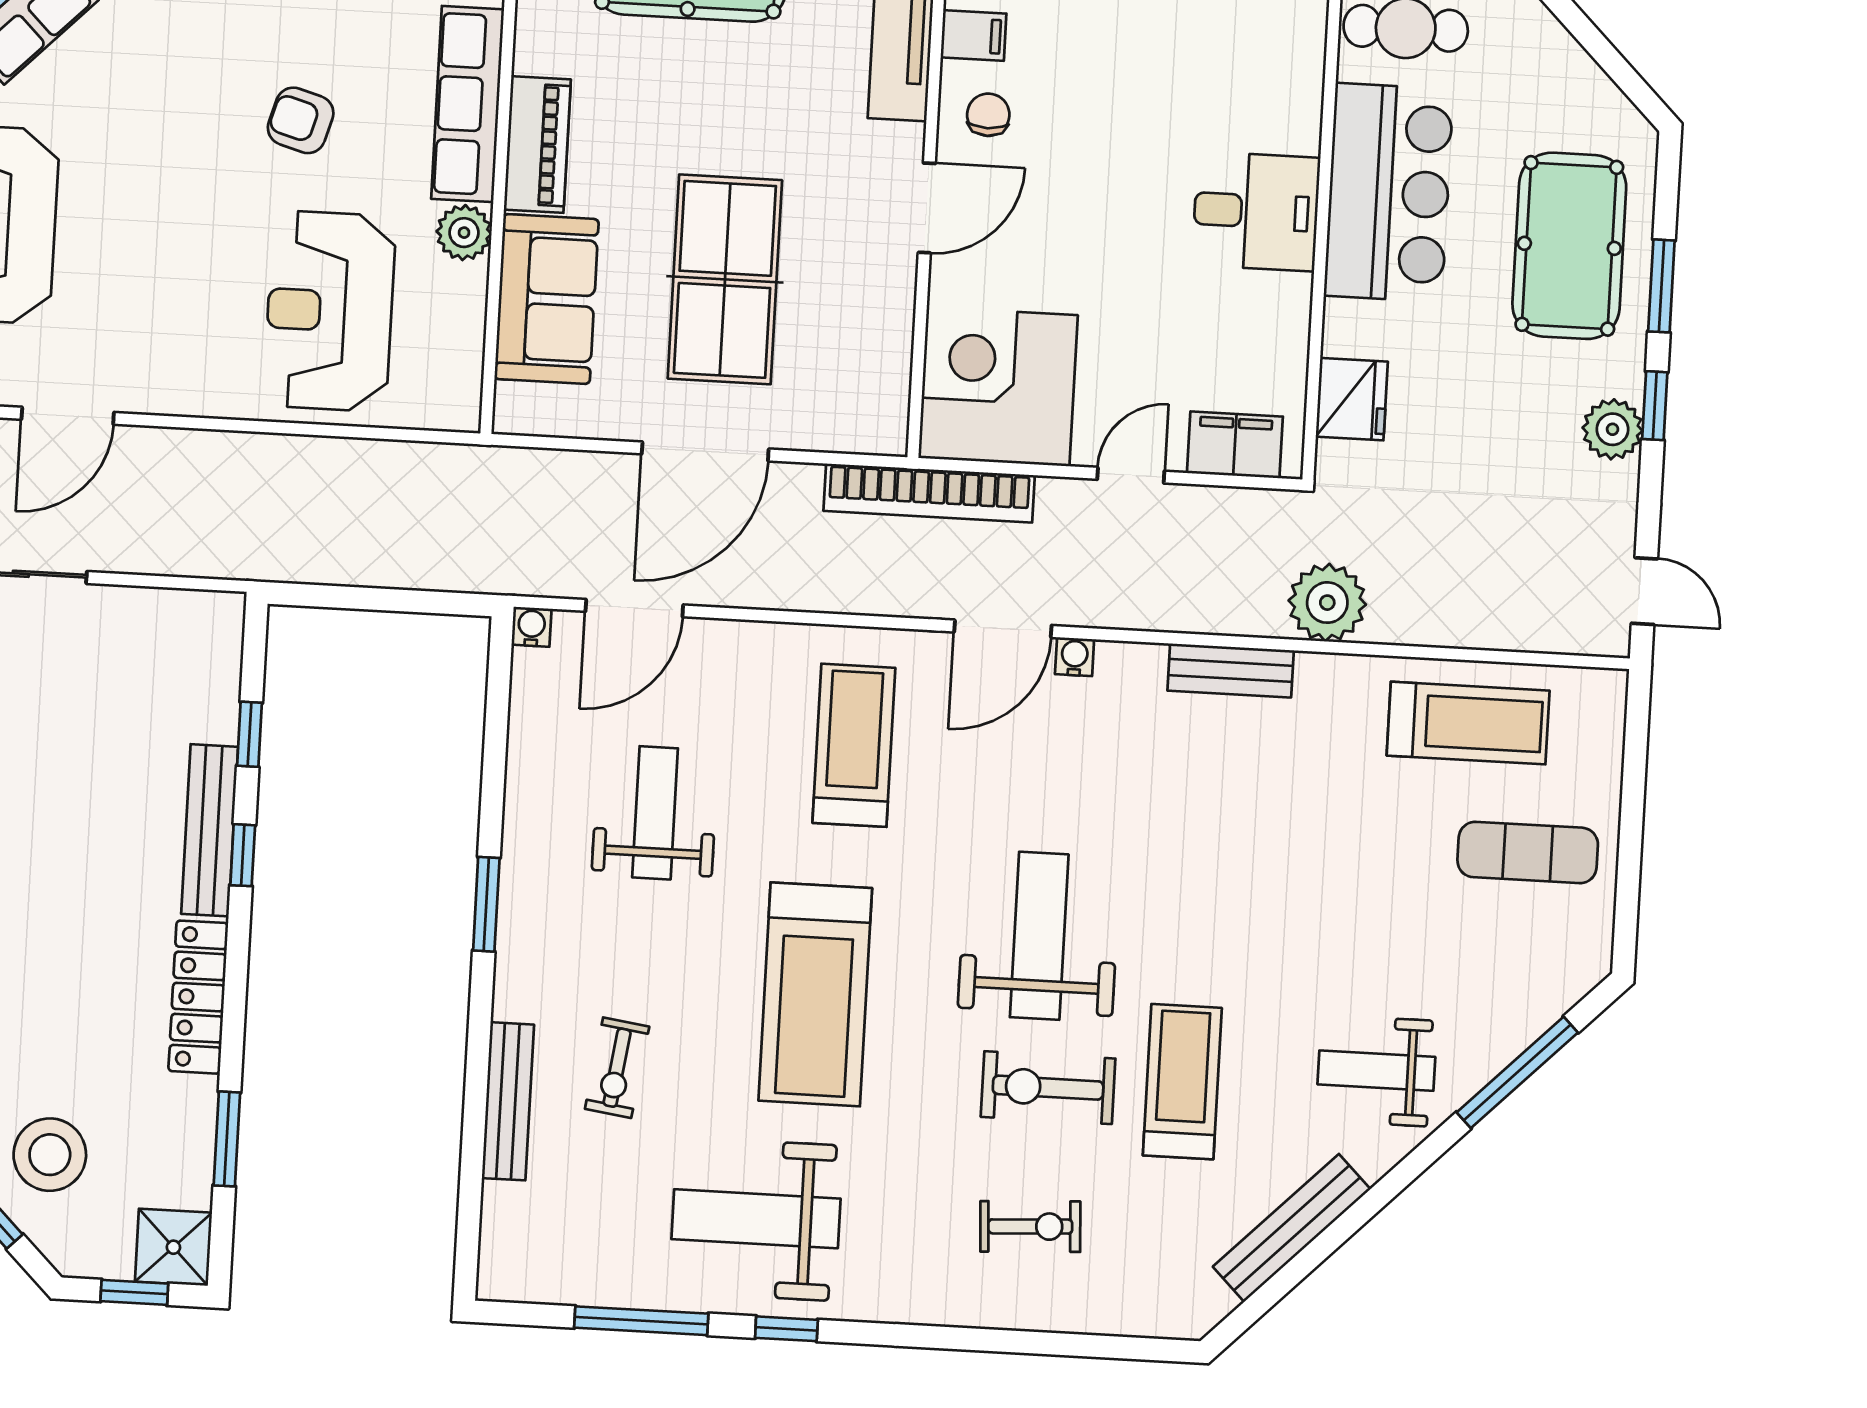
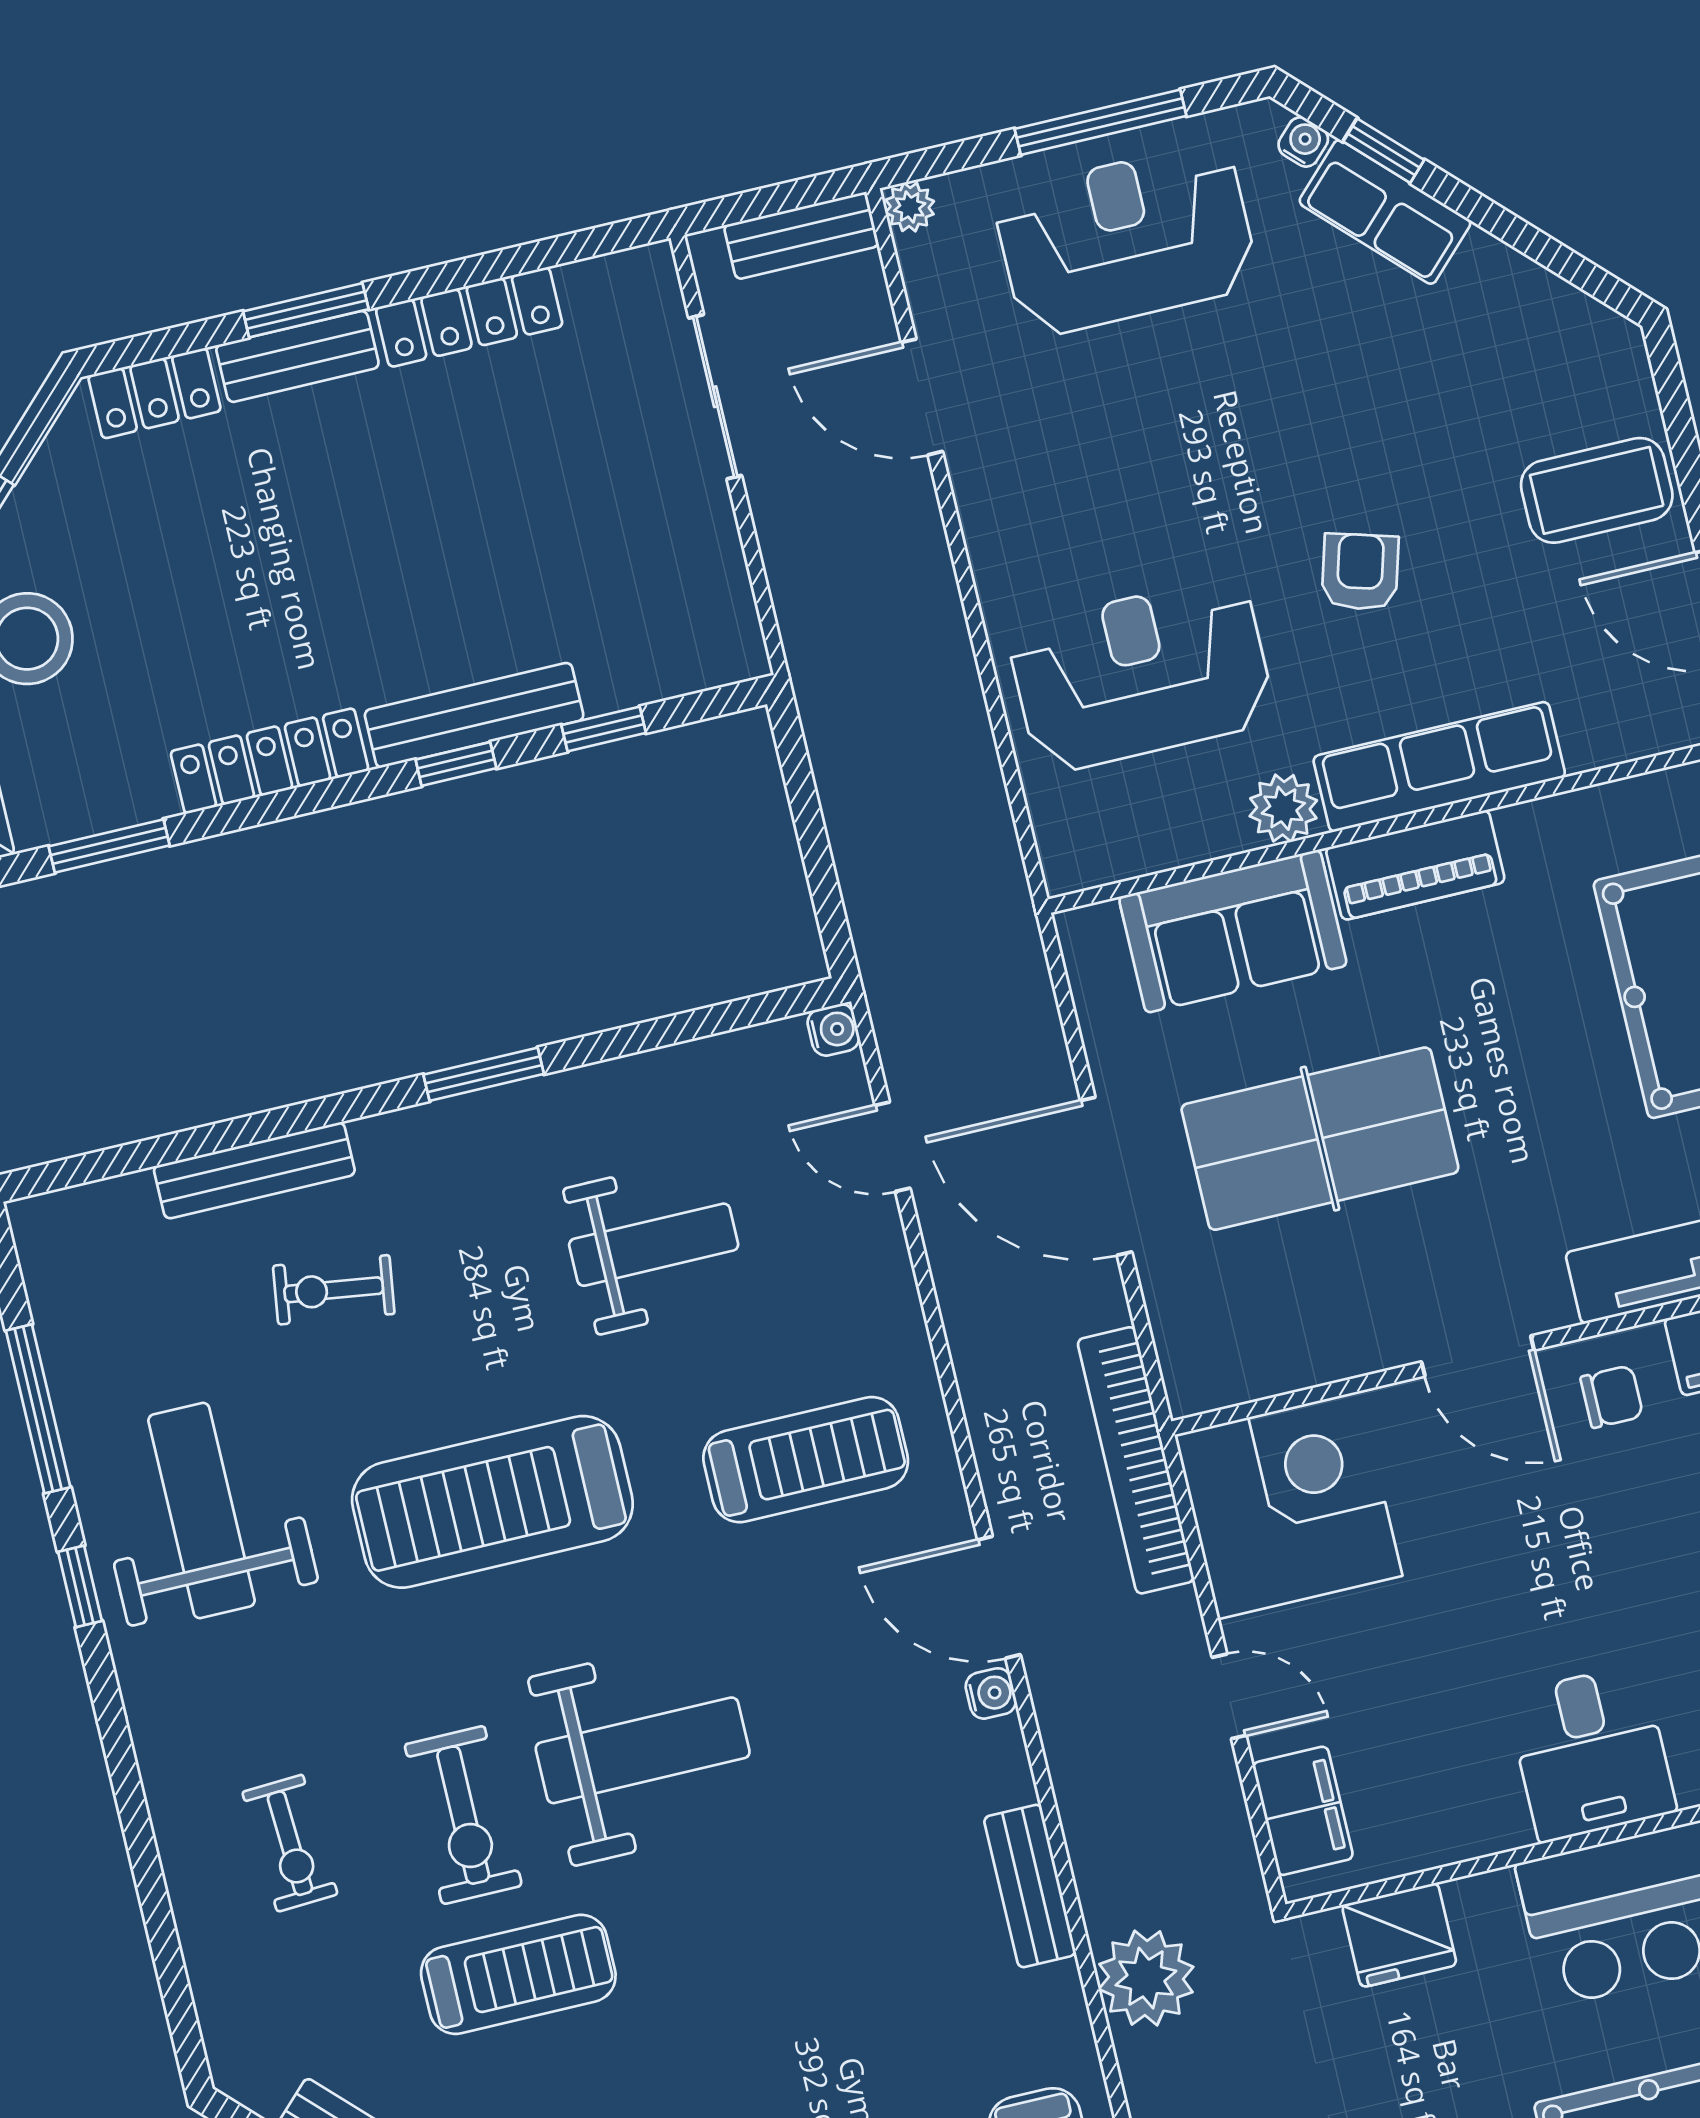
door: (634, 608) -> (892, 1147), width x0.73
exercise bike: (1048, 1088) -> (463, 1815), turned 180

